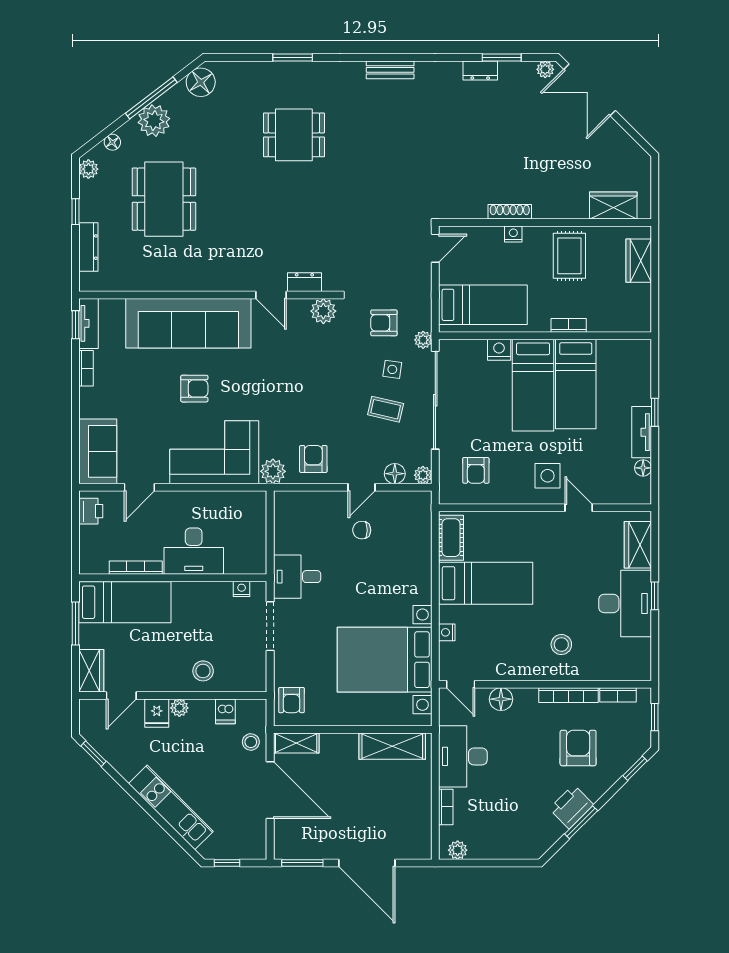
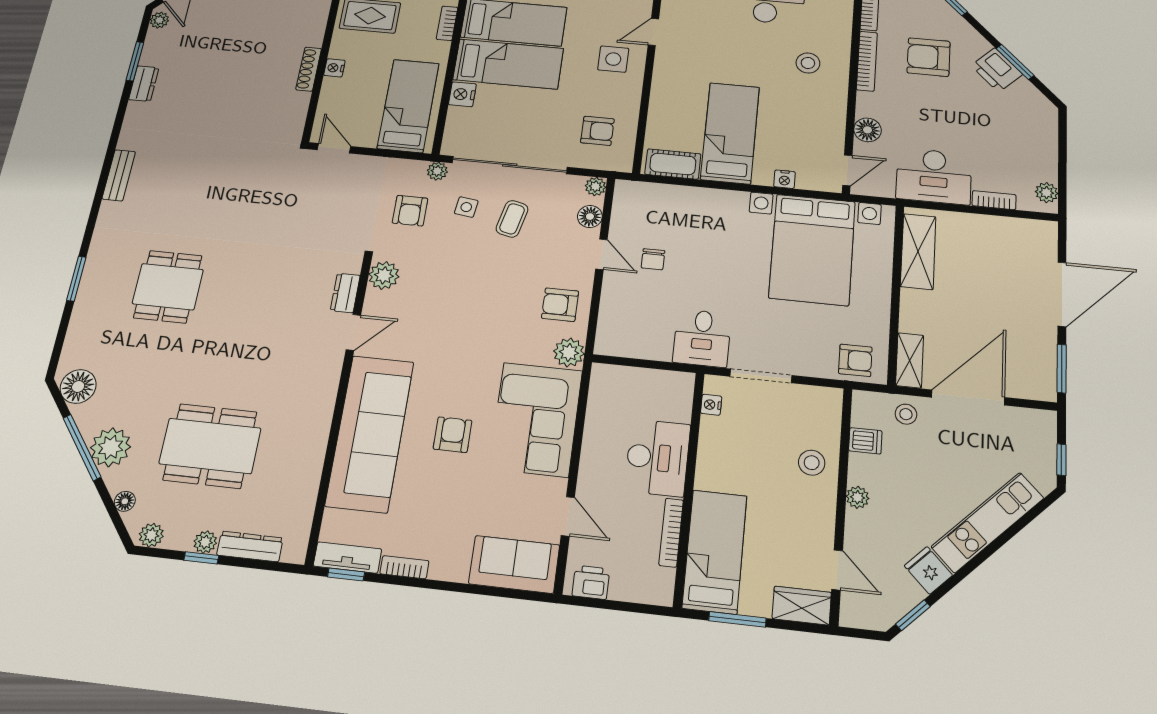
plant: (88, 212) -> (205, 542), added
fridge: (157, 713) -> (928, 570), moved, turned -135

